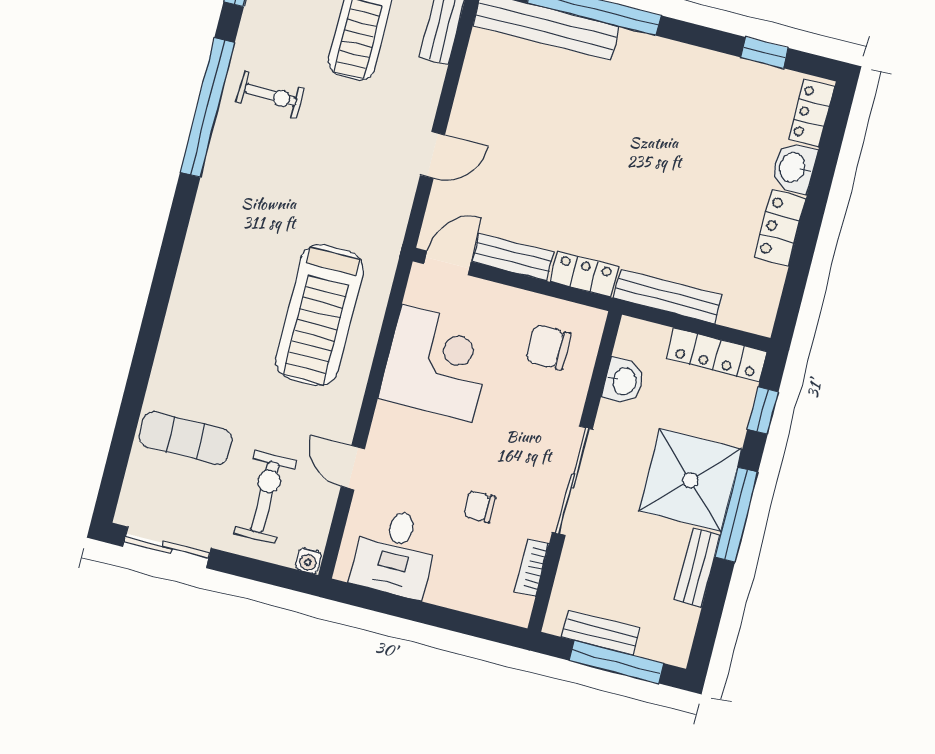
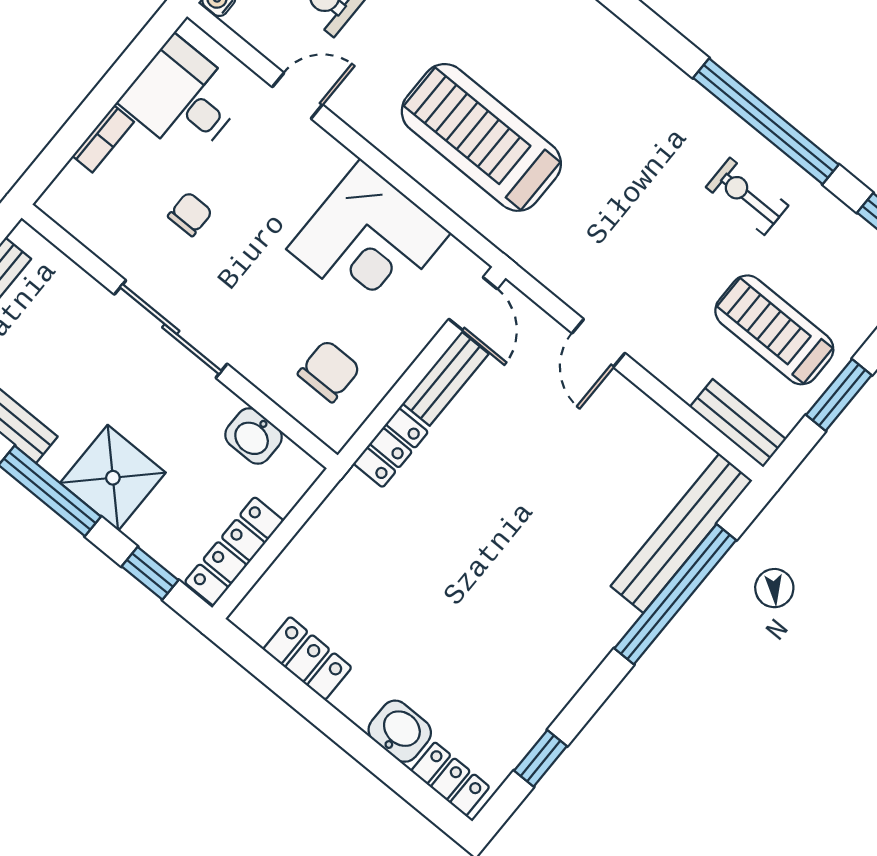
exercise bike: (270, 95) -> (747, 196), turned 88
locker: (780, 228) -> (307, 658), moved
bench: (668, 297) -> (323, 528), removed
shower: (690, 480) -> (113, 478), width x0.73, depth x0.73
bookcase: (532, 568) -> (103, 139), moved, turned 90

